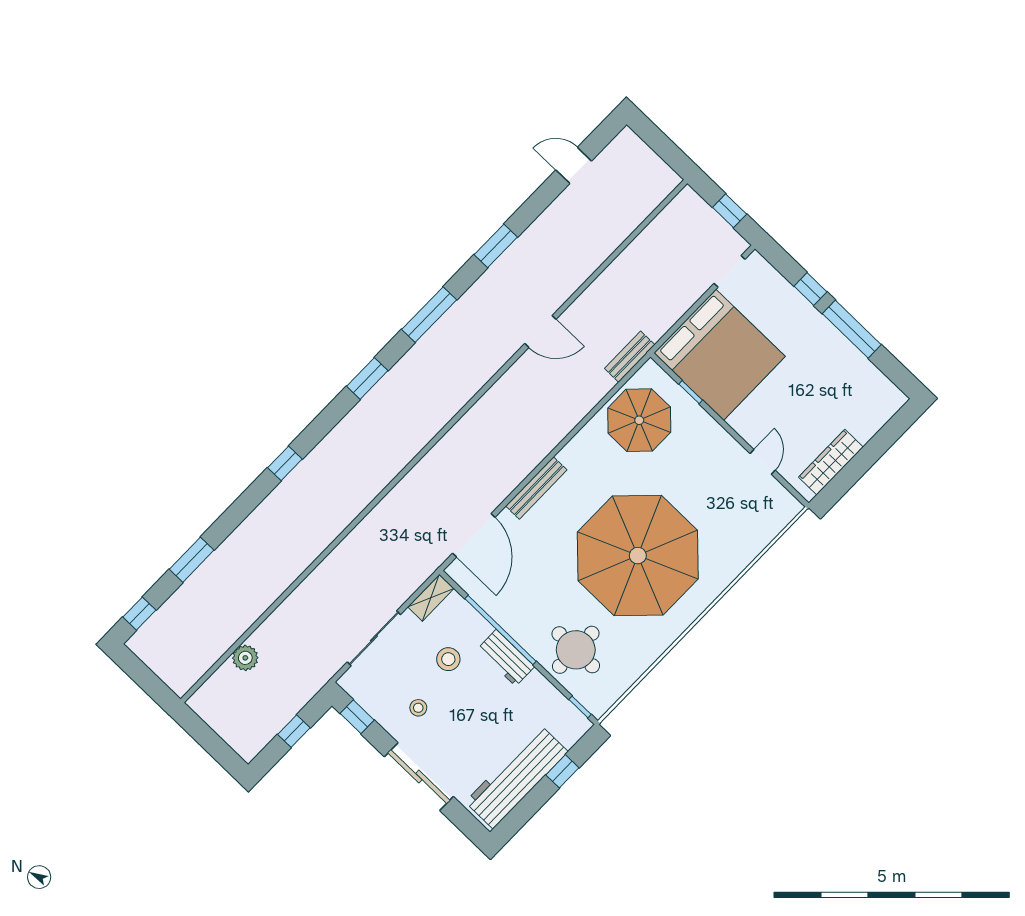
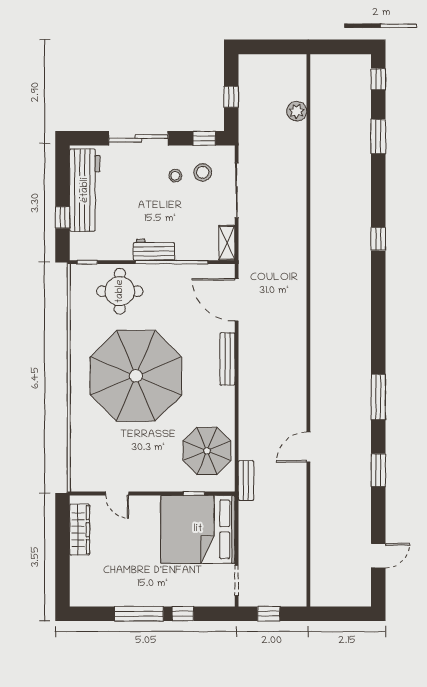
window: (367, 378) -> (378, 329), removed
stool: (448, 659) -> (203, 172), moved

